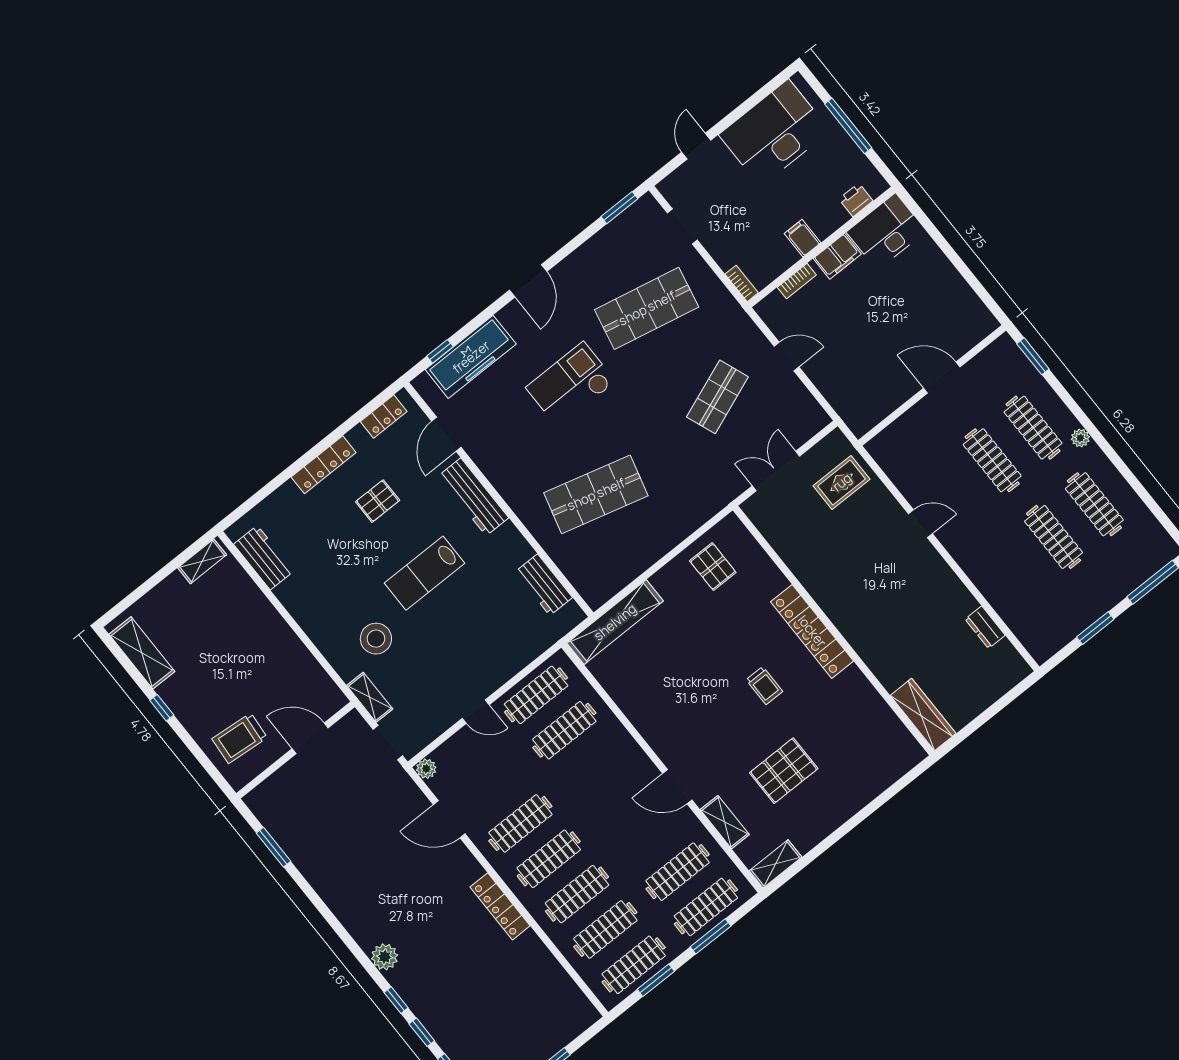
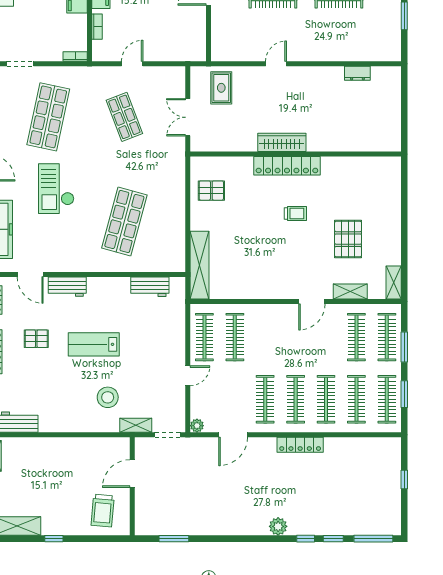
workbench: (473, 497) -> (67, 287), width x0.73
pallet: (378, 501) -> (36, 339), turned 90
lab bench: (425, 573) -> (94, 344), turned 90
wardrobe: (923, 714) -> (282, 142), moved

